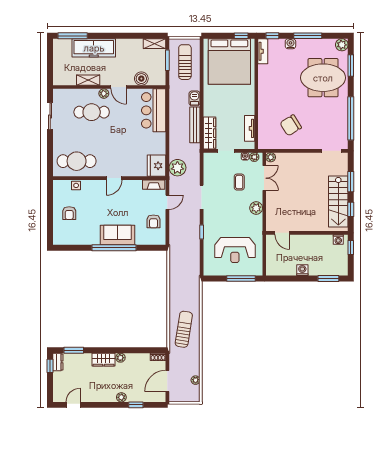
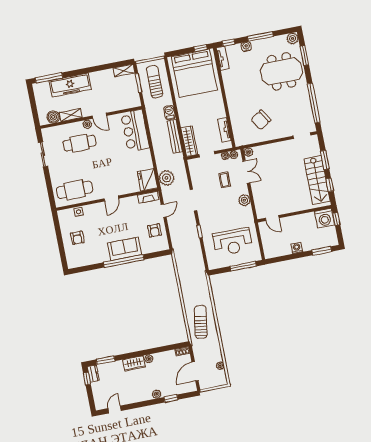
boiler: (141, 79) -> (53, 117), moved
washing machine: (338, 240) -> (324, 218), width x1.89, depth x1.89

